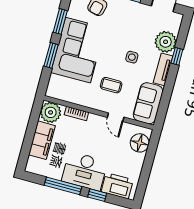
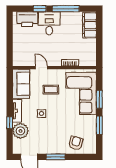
corner sofa: (78, 50) -> (81, 93), moved
plant: (51, 112) -> (89, 59), removed
filing cabinet: (42, 140) -> (89, 25), moved
floor lamp: (140, 143) -> (19, 54), removed
desk: (85, 171) -> (49, 23), width x0.73

